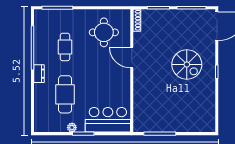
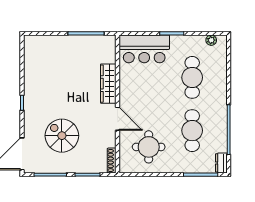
cafe table: (65, 47) -> (192, 131), width x1.37, depth x1.35
spiral stairs: (187, 64) -> (62, 136), moved
dresser: (39, 74) -> (221, 163), moved
wardrobe: (140, 89) -> (108, 84), added
plant: (72, 128) -> (211, 40), moved

